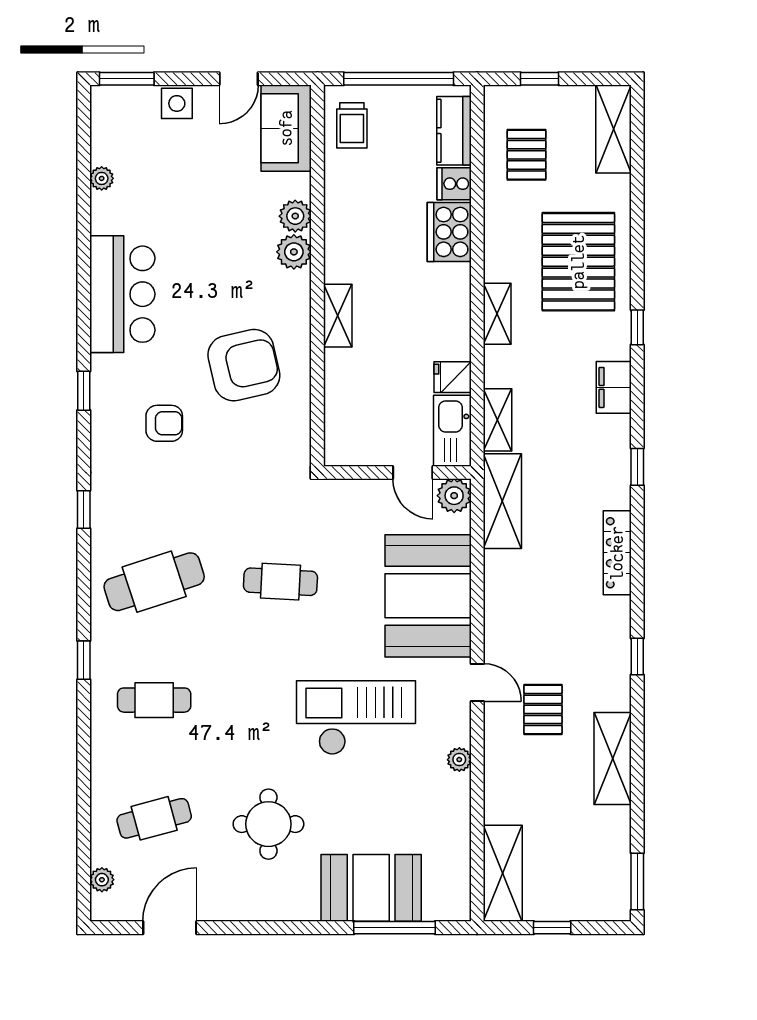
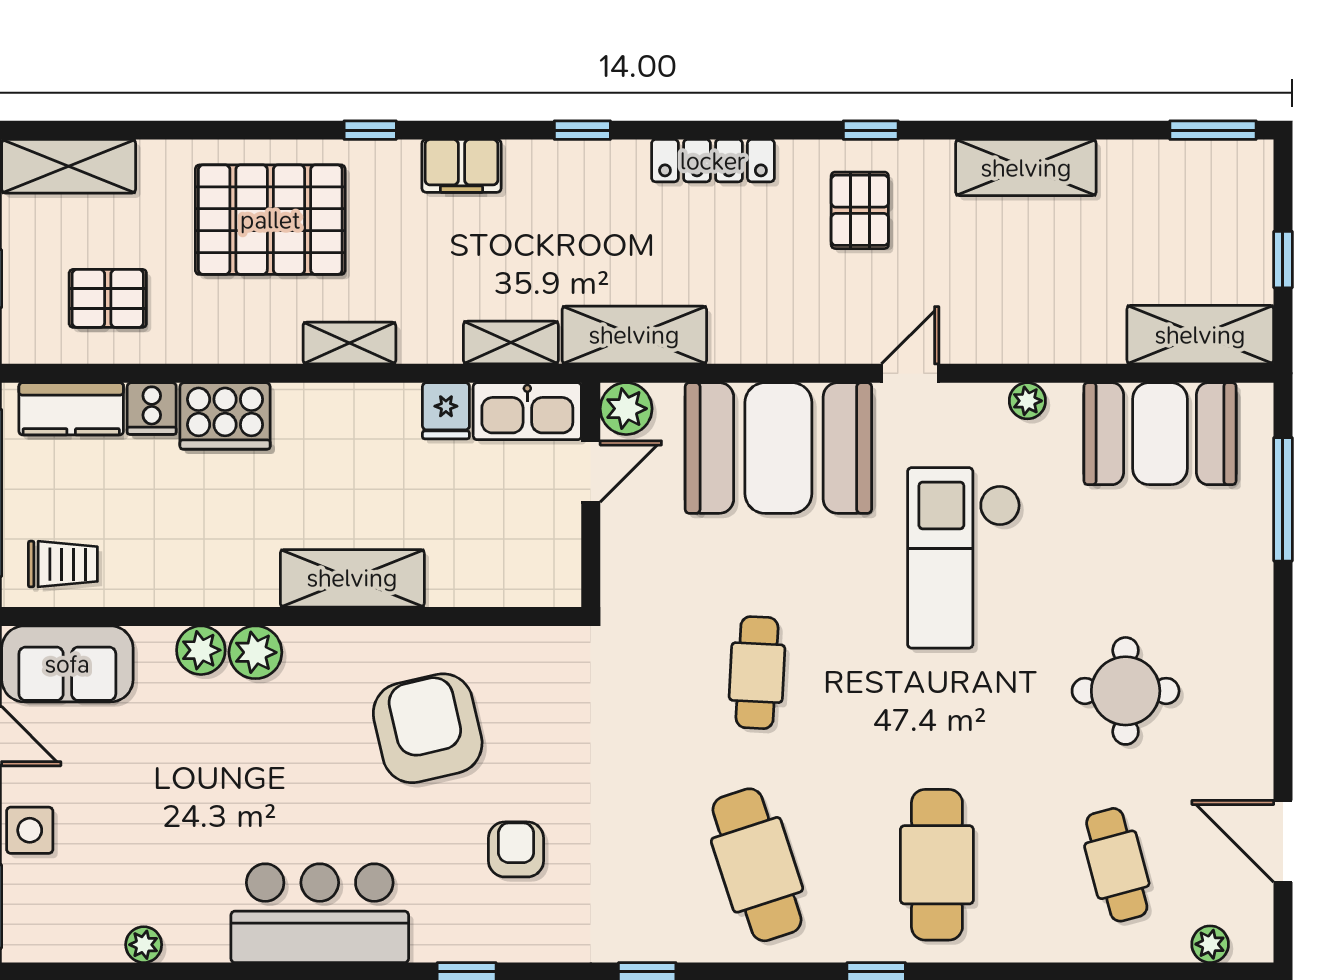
shelving: (338, 316) -> (352, 578), width x1.50, depth x1.33
cafe table: (154, 700) -> (937, 865), width x1.37, depth x1.35
pallet: (543, 709) -> (860, 210), moved, turned 90
booth: (371, 888) -> (1160, 434), moved, turned 90

